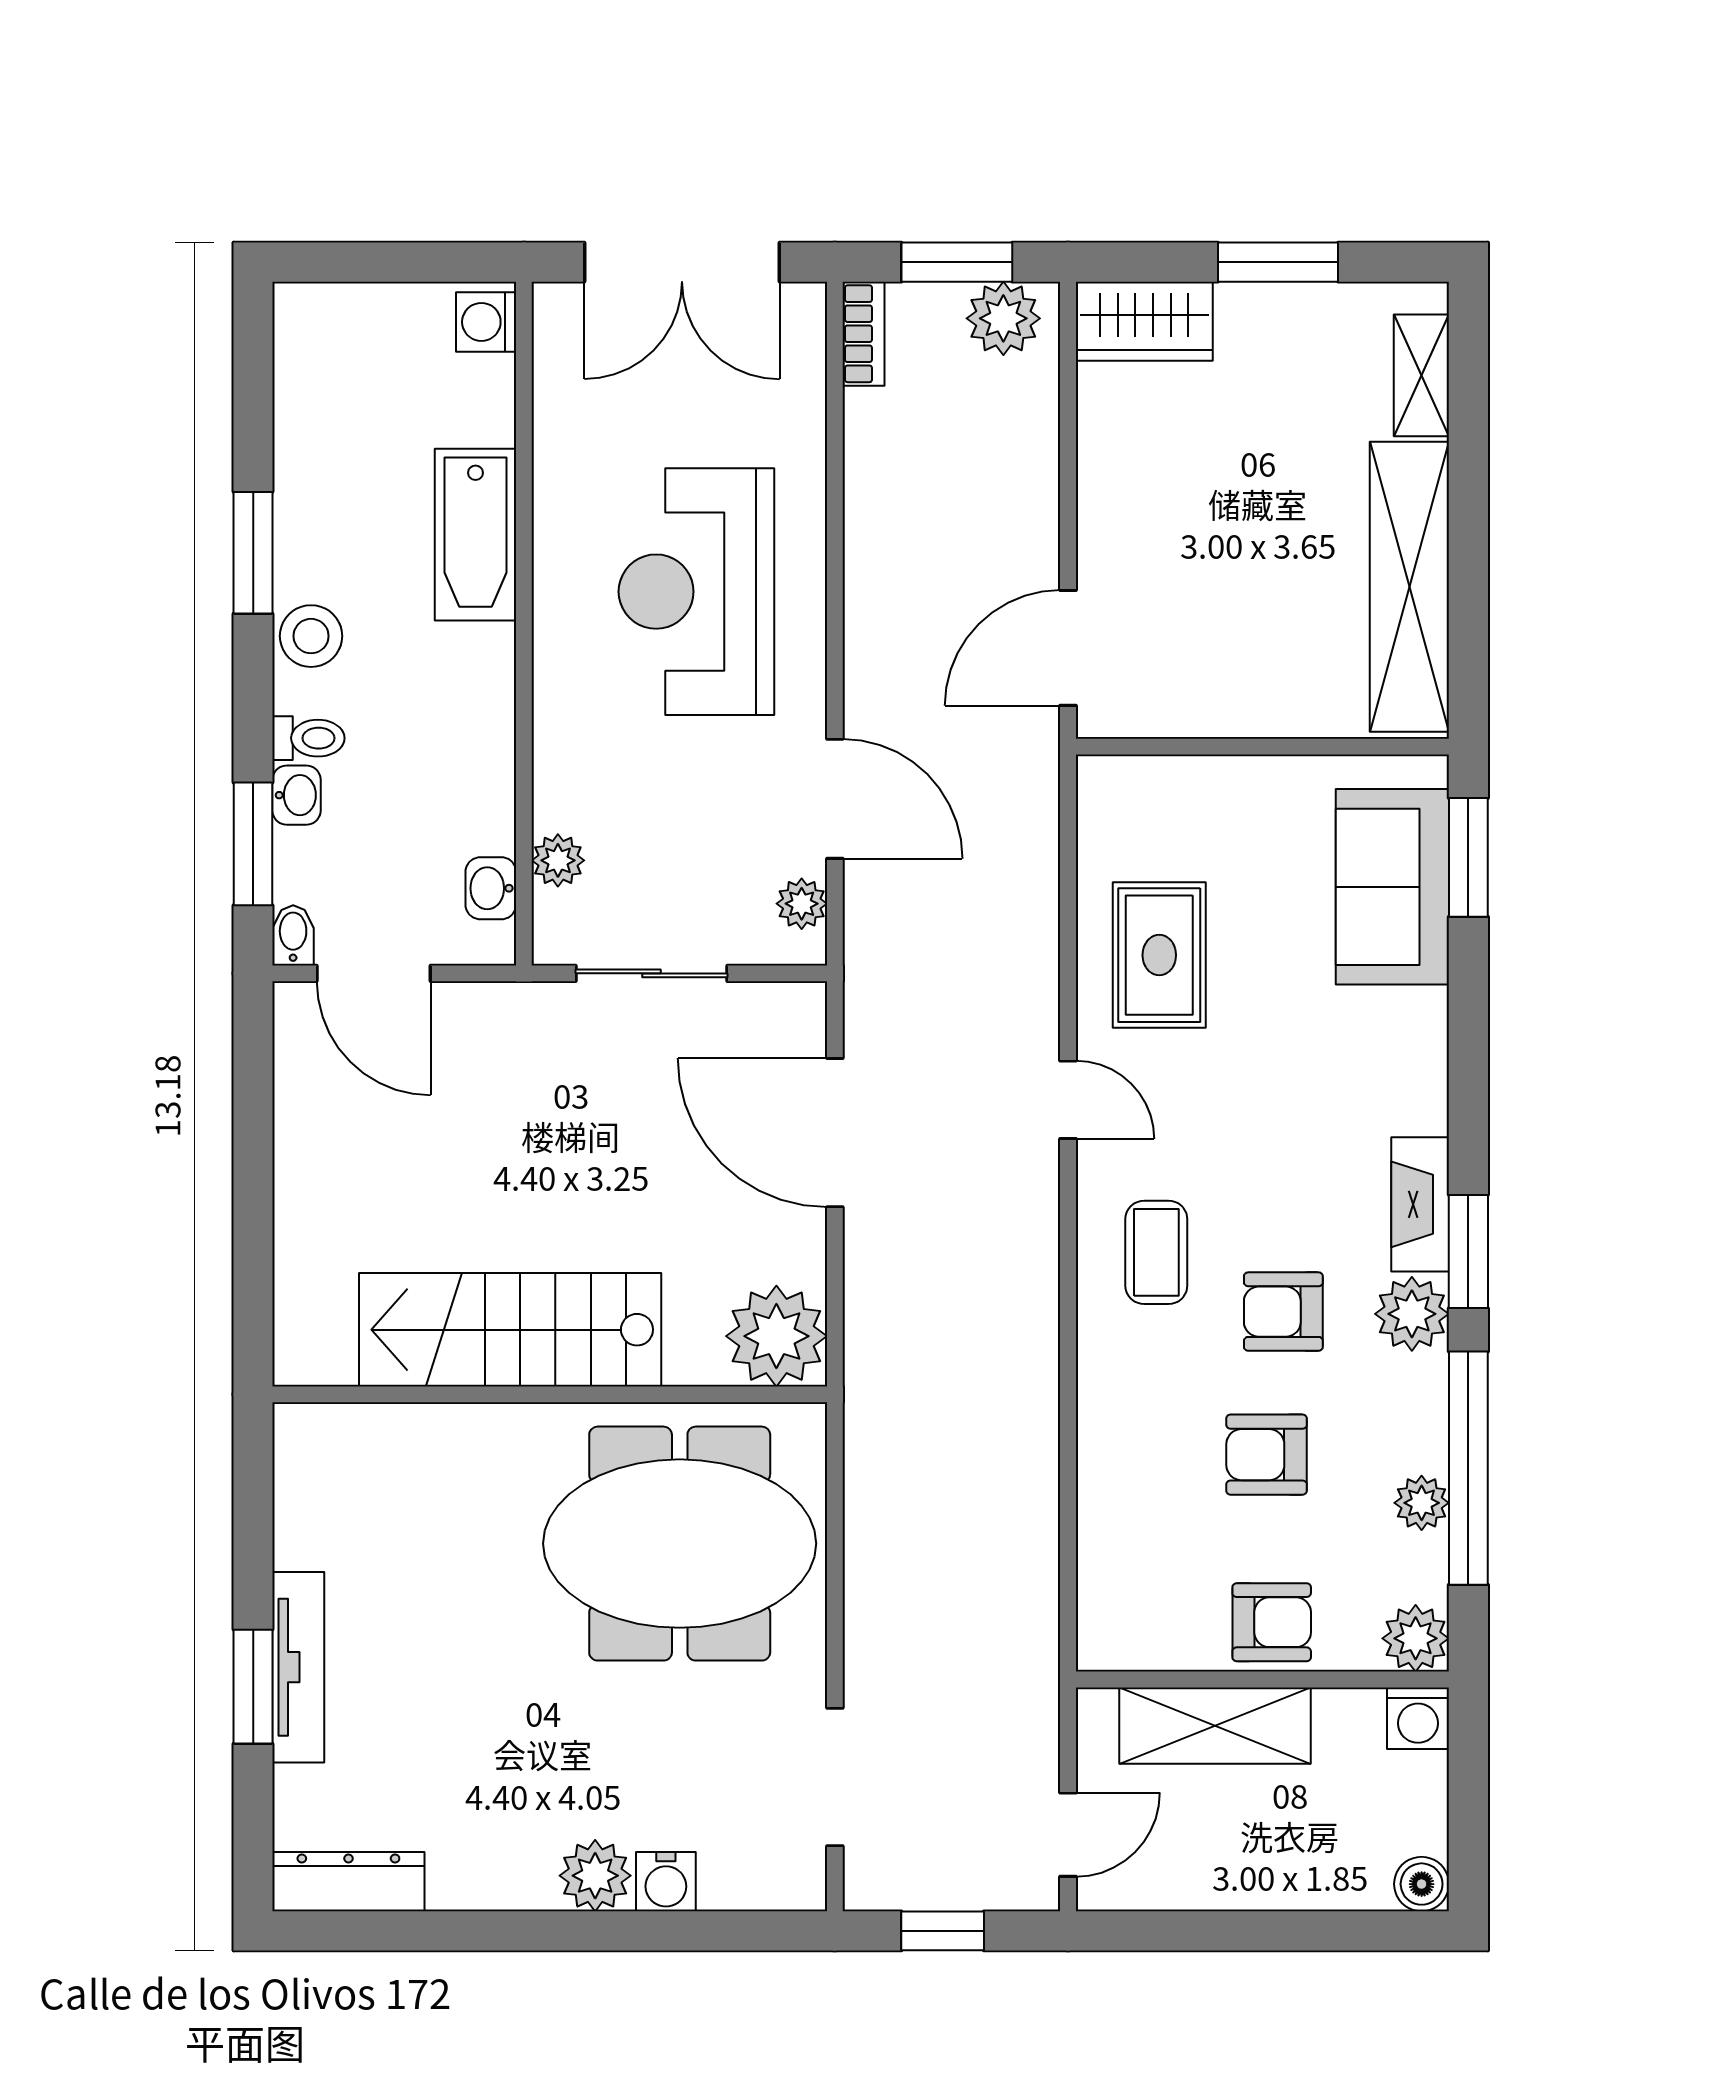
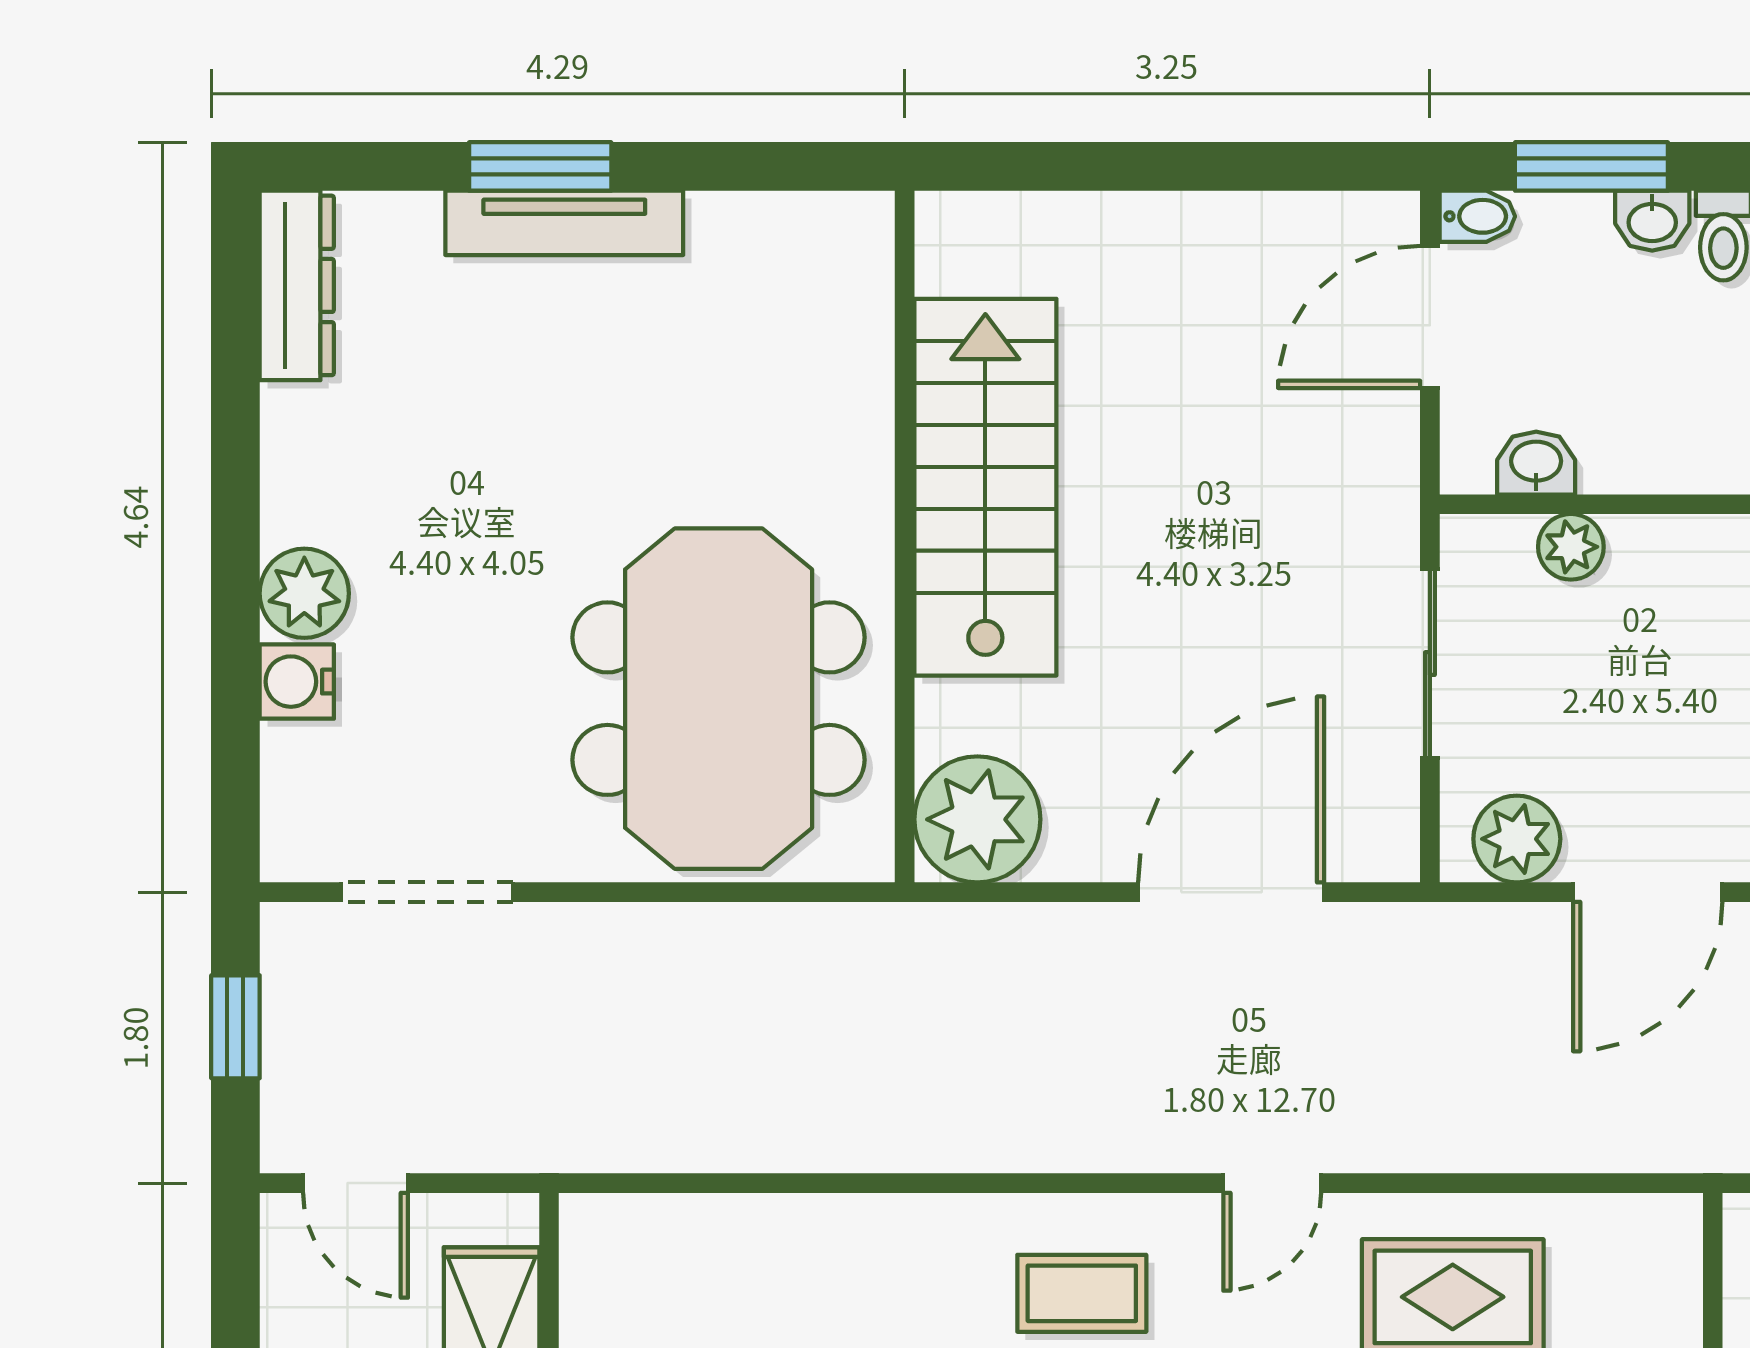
plant: (802, 904) -> (1517, 839), width x1.38, depth x1.38

